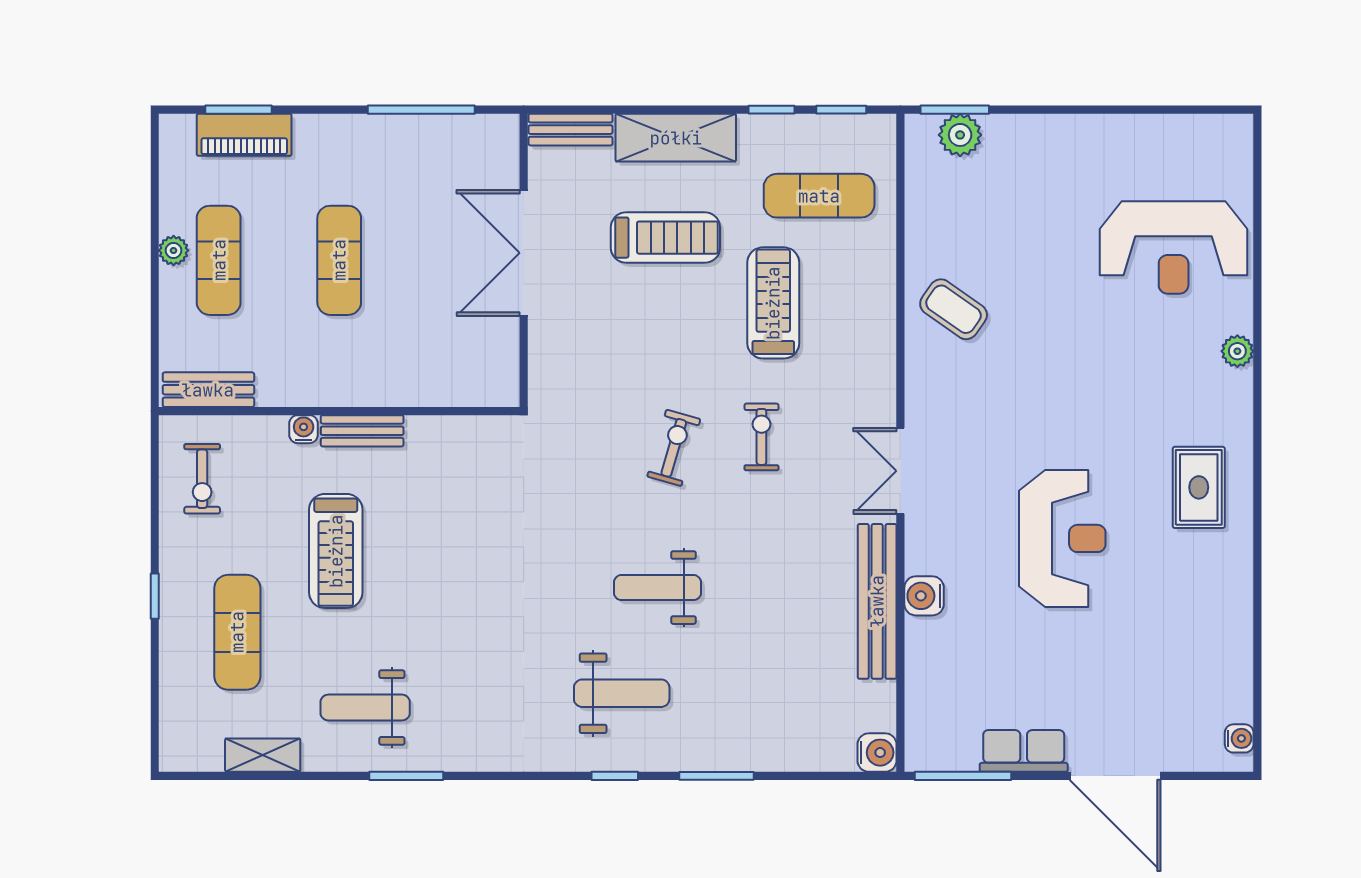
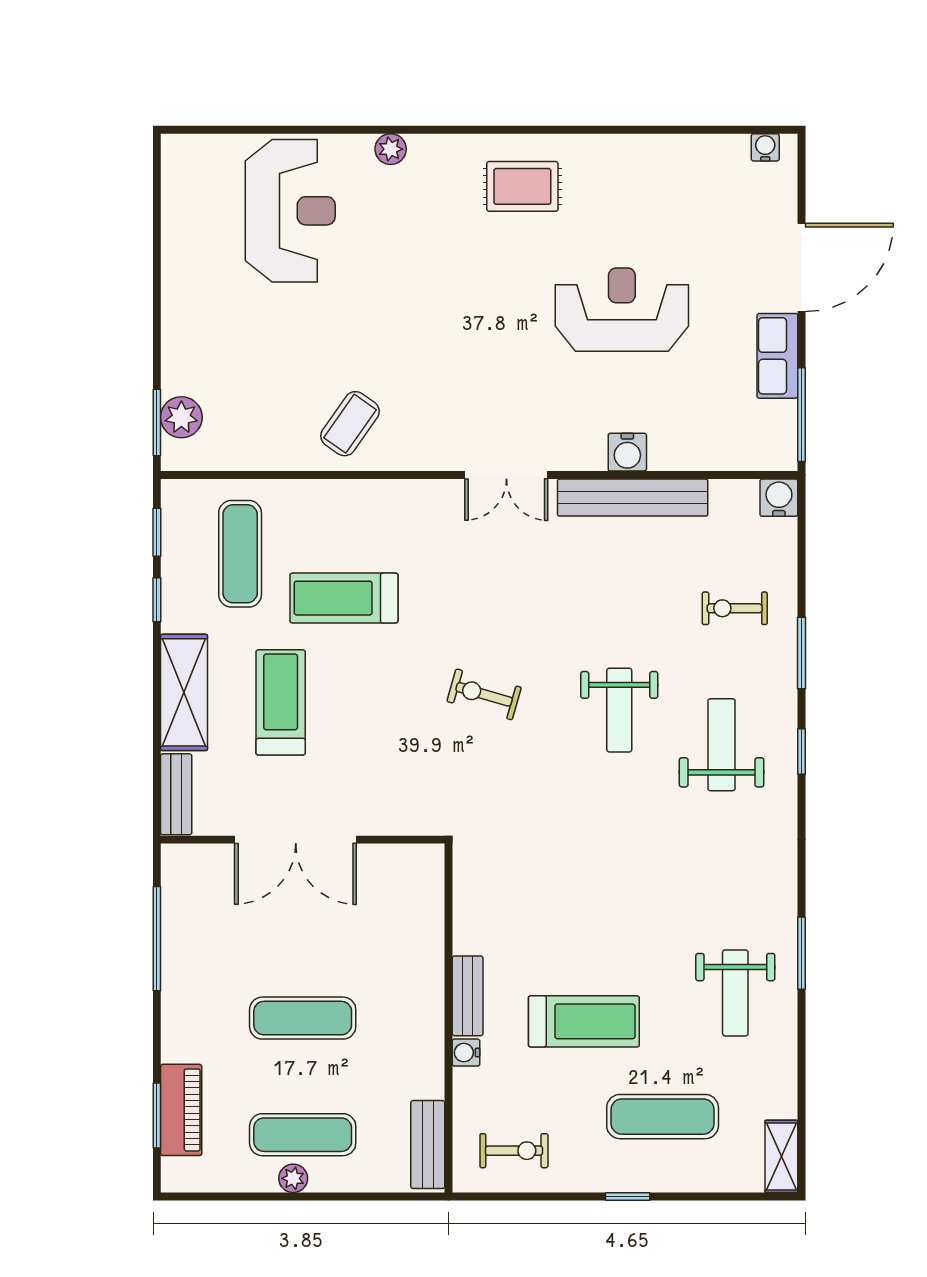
exercise bike: (761, 437) -> (735, 608), moved
reception desk: (1062, 538) -> (622, 310), moved
shelving: (263, 755) -> (781, 1156), moved

